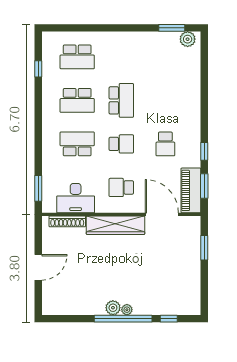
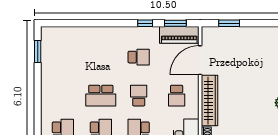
plant: (188, 39) -> (47, 38), removed
school desk: (121, 100) -> (101, 96), turned 180

